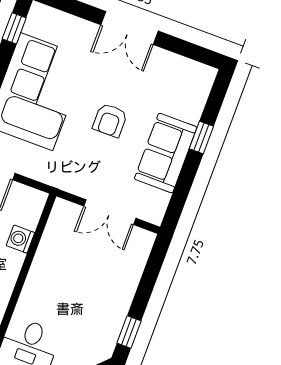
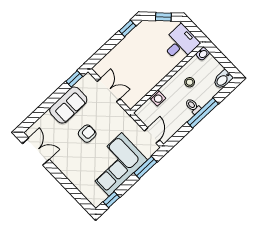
double door: (129, 28) -> (36, 151), moved
window: (201, 137) -> (74, 79), moved

